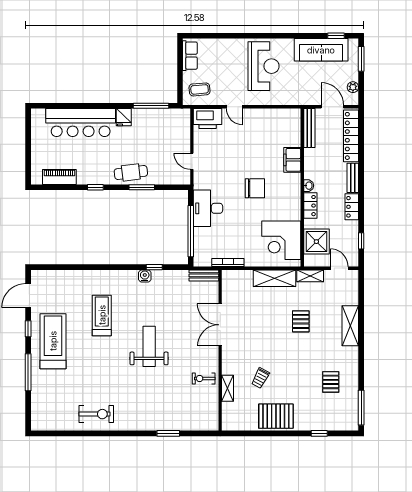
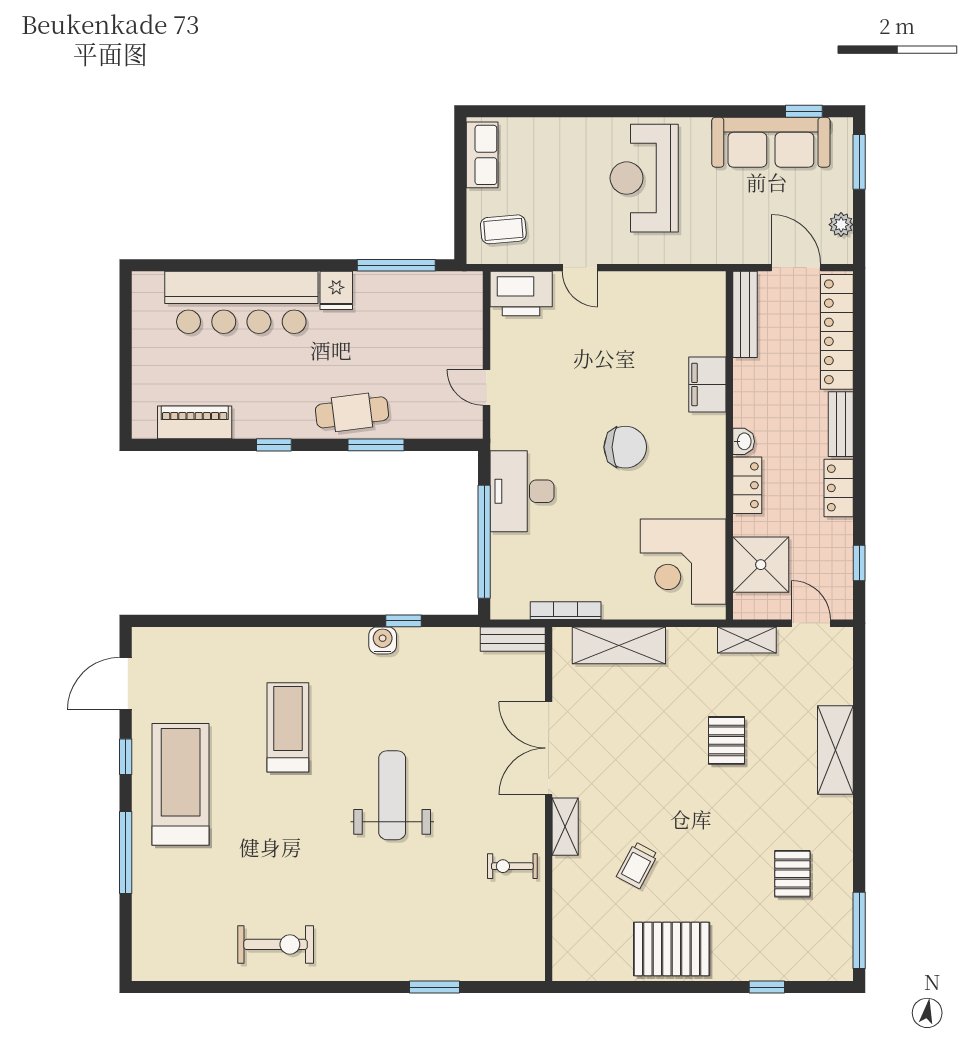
reception desk: (264, 66) -> (644, 178), turned 180
shelving: (275, 278) -> (619, 645), moved
shelving: (228, 388) -> (565, 827), moved

